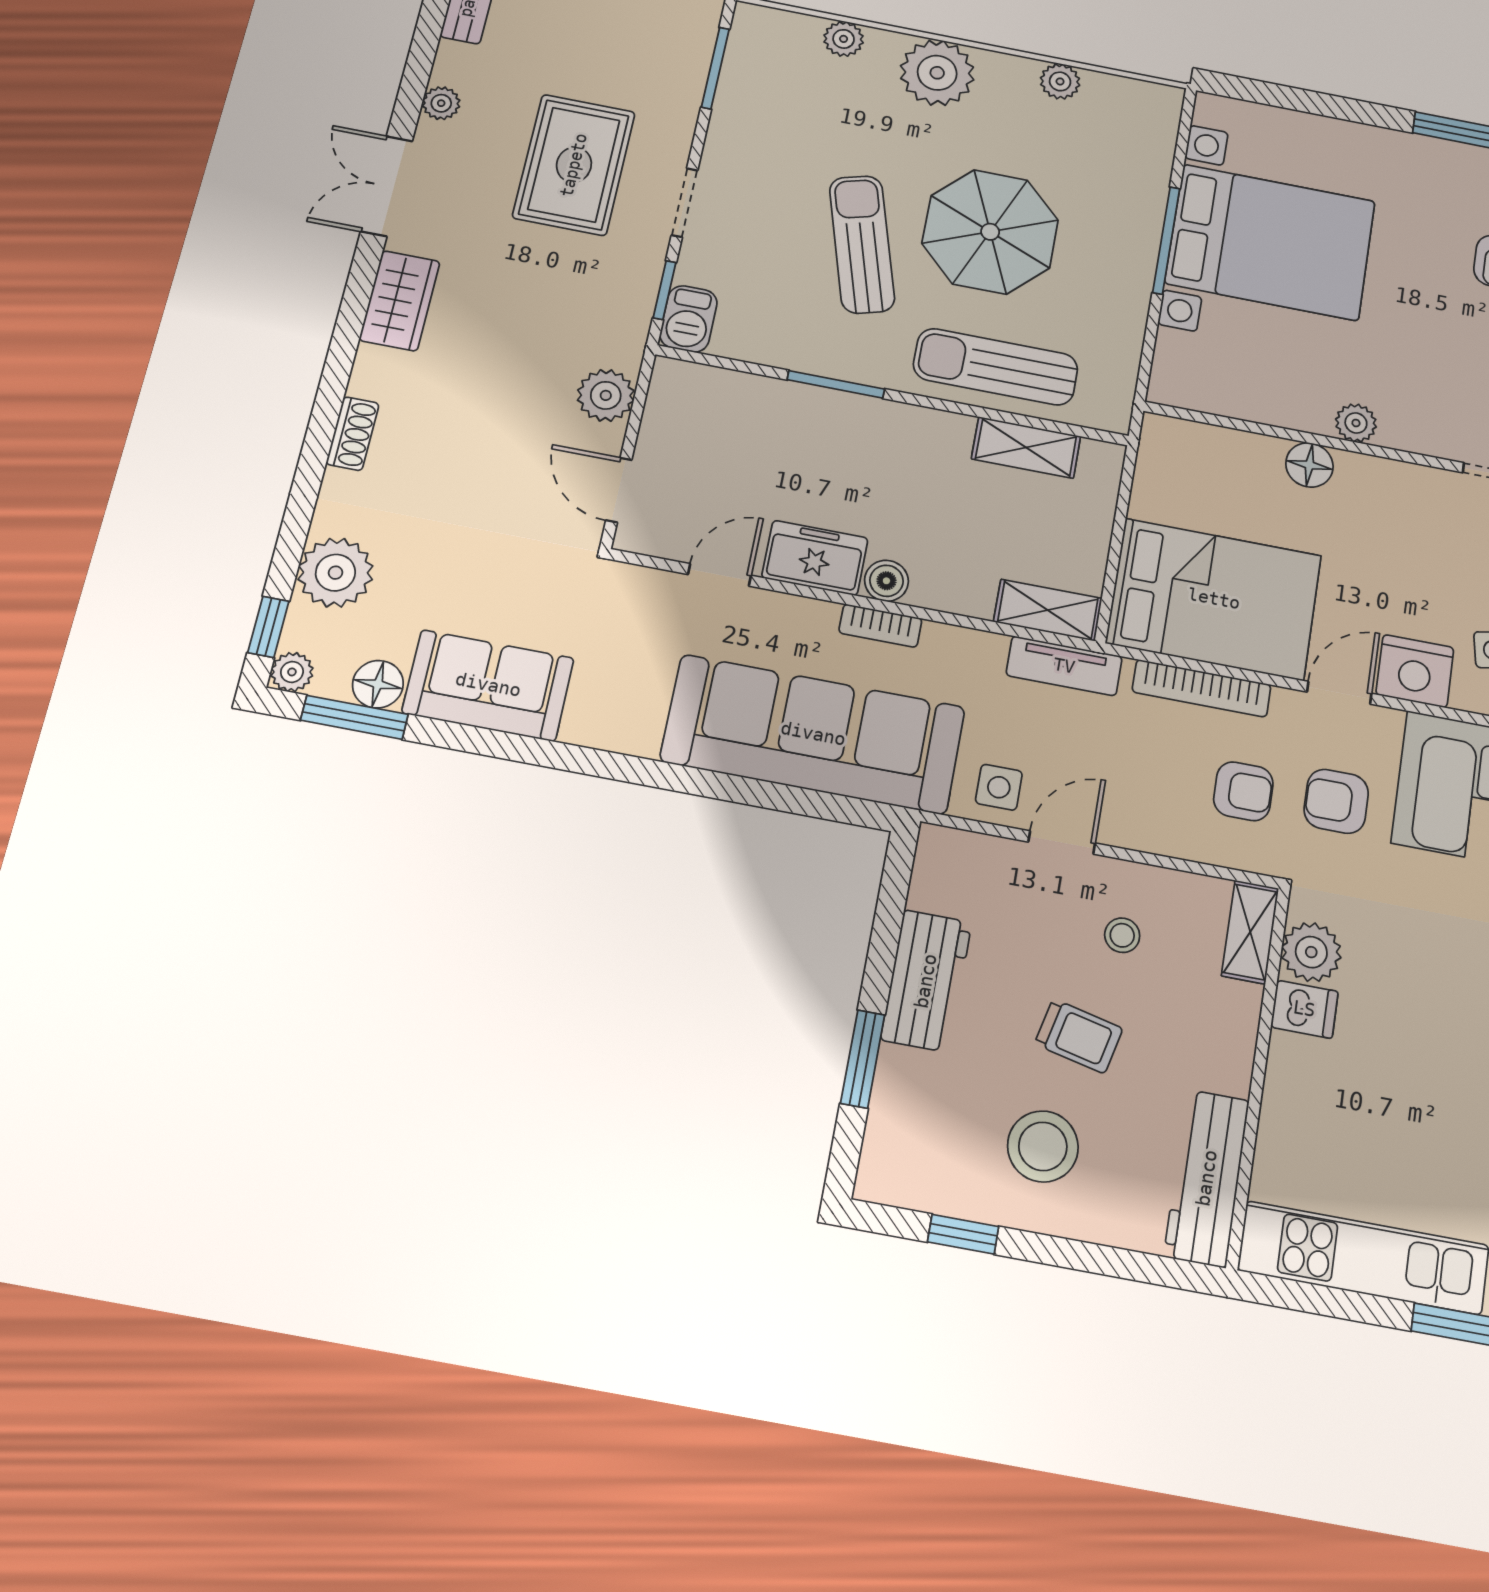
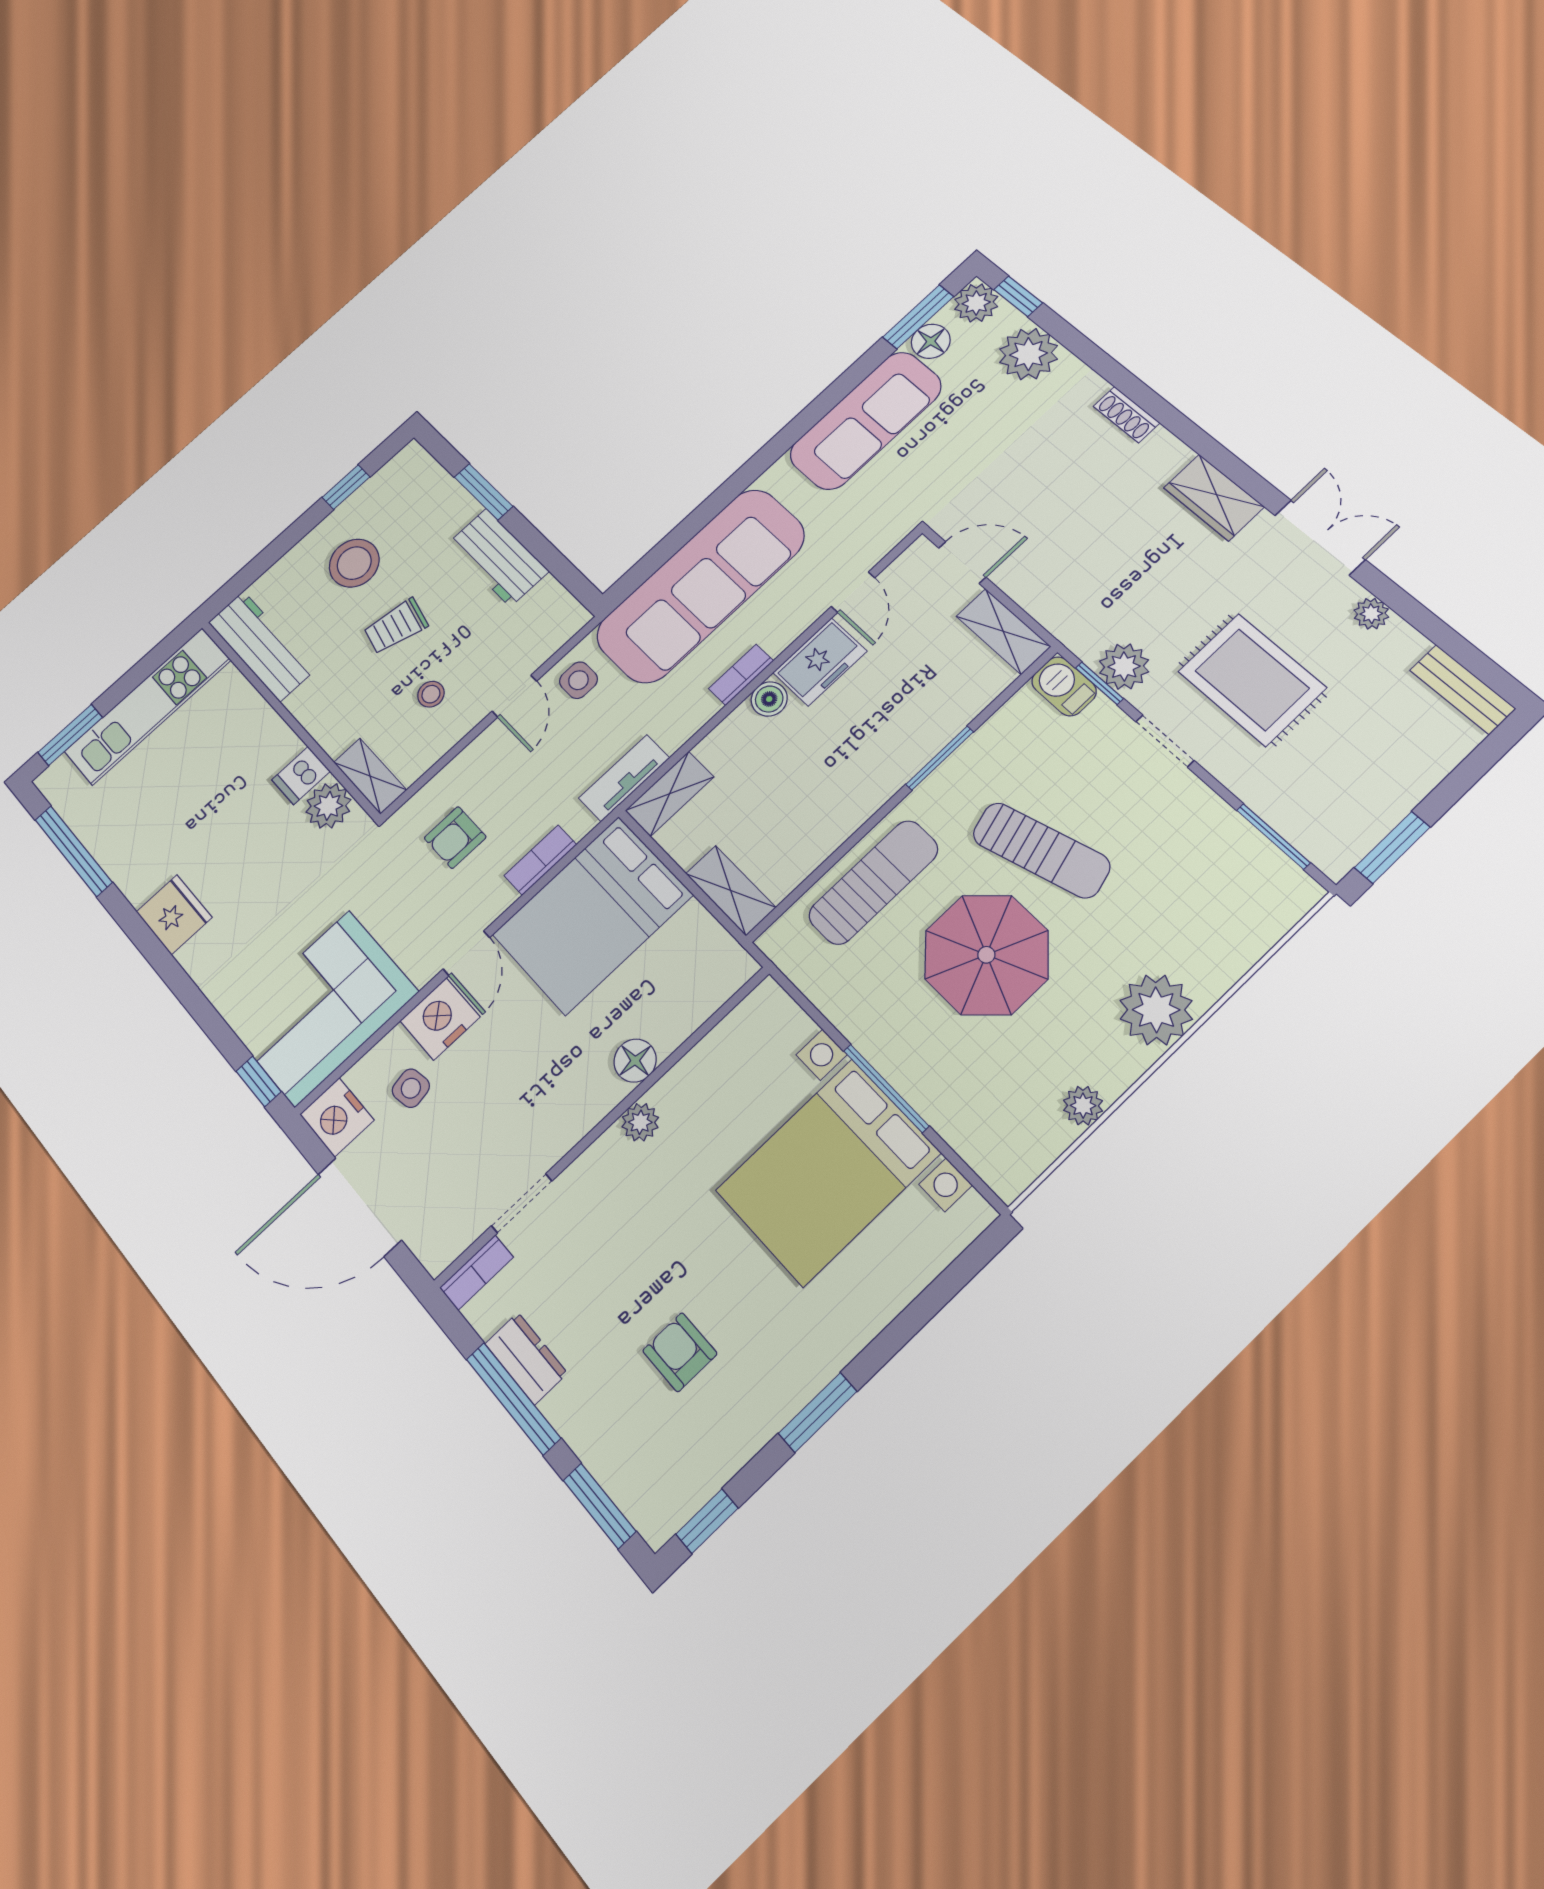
plant: (844, 39) -> (1237, 955), removed
plant: (606, 395) -> (1124, 667), moved
shelving: (668, 407) -> (1003, 631), added
shelving: (1026, 447) -> (731, 890), moved, turned 90
plant: (292, 672) -> (976, 303), width x1.38, depth x1.38
sofa: (488, 685) -> (866, 420), width x1.36
bookcase: (1202, 688) -> (540, 860), width x0.64
armchair: (1336, 801) -> (402, 895), removed

